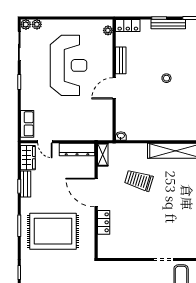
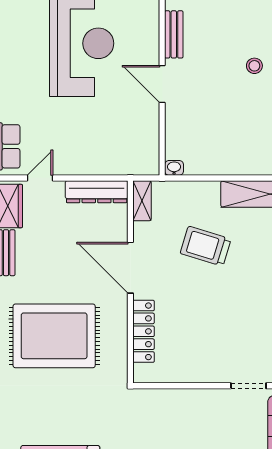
door: (114, 88) -> (162, 84), hinge flipped
door: (45, 142) -> (40, 178), swing flipped
locker: (104, 222) -> (144, 331), width x1.53

